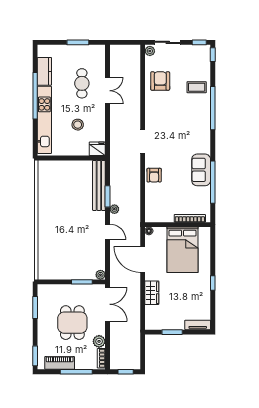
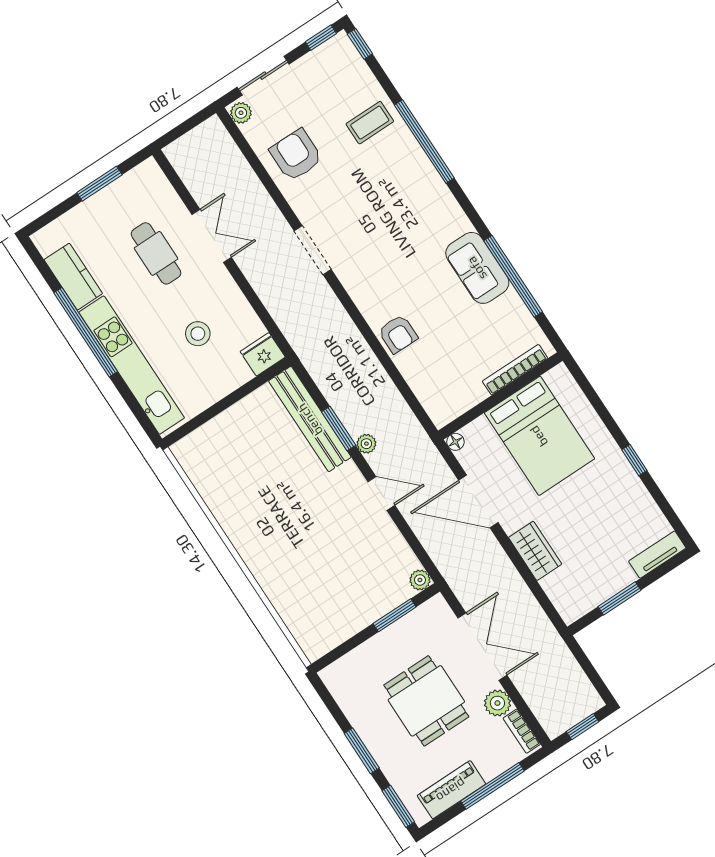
doorway: (143, 141) -> (313, 250), moved
double door: (108, 304) -> (482, 647), moved
window: (35, 307) -> (362, 751), moved

